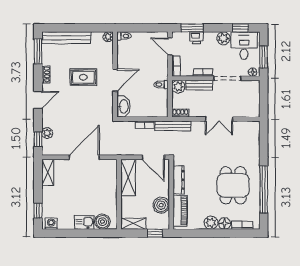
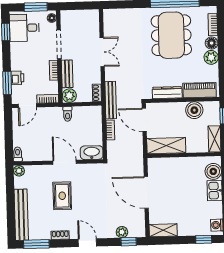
plant: (223, 38) -> (17, 50), removed
door: (153, 157) -> (144, 120), swing flipped
dining table: (233, 185) -> (171, 35), width x1.38

